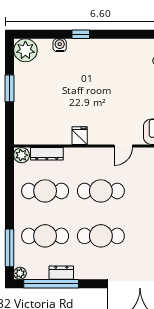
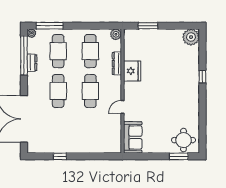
water cooler: (60, 45) -> (195, 62), removed
window: (10, 88) -> (148, 26), moved
fridge: (80, 136) -> (132, 71), width x1.88, depth x1.34
door: (123, 146) -> (123, 107), hinge flipped
dresser: (47, 154) -> (117, 63), moved

